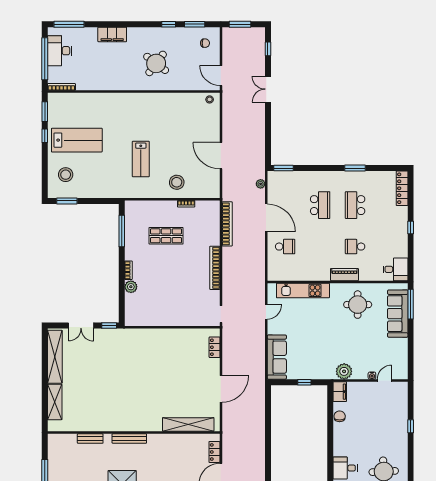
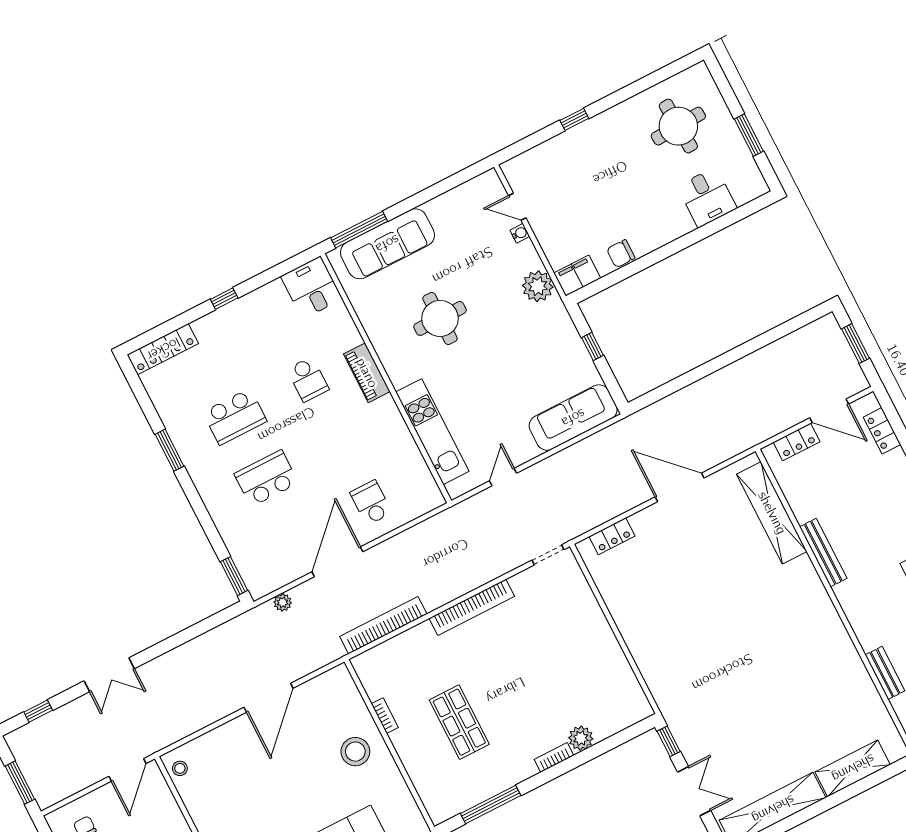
round table: (358, 305) -> (440, 318), moved
door: (266, 312) -> (503, 477), hinge flipped
bench: (129, 439) -> (823, 553), moved

